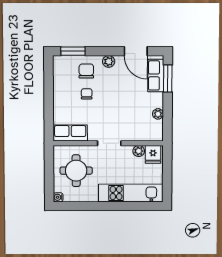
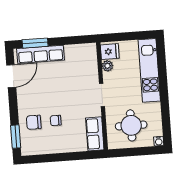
plant: (109, 61) -> (23, 101), removed
row of seats: (156, 75) -> (41, 54), width x1.48
plant: (158, 114) -> (70, 50), removed

